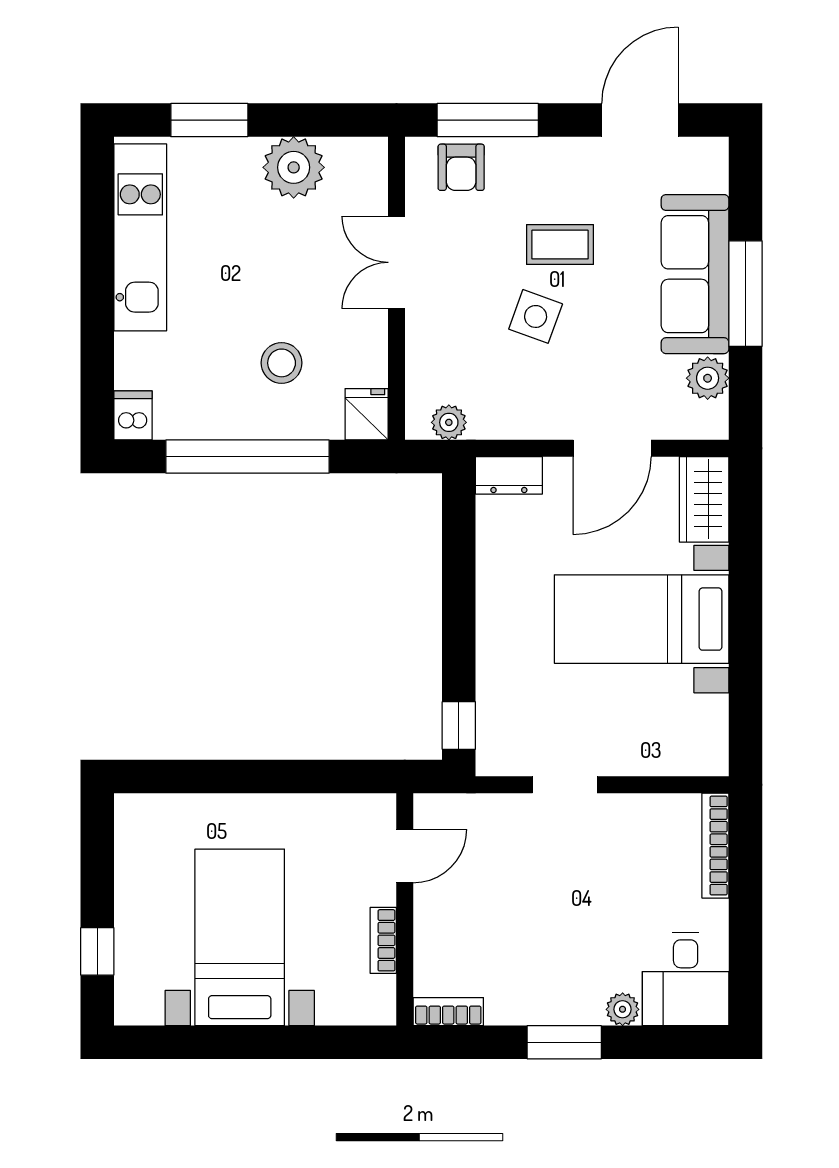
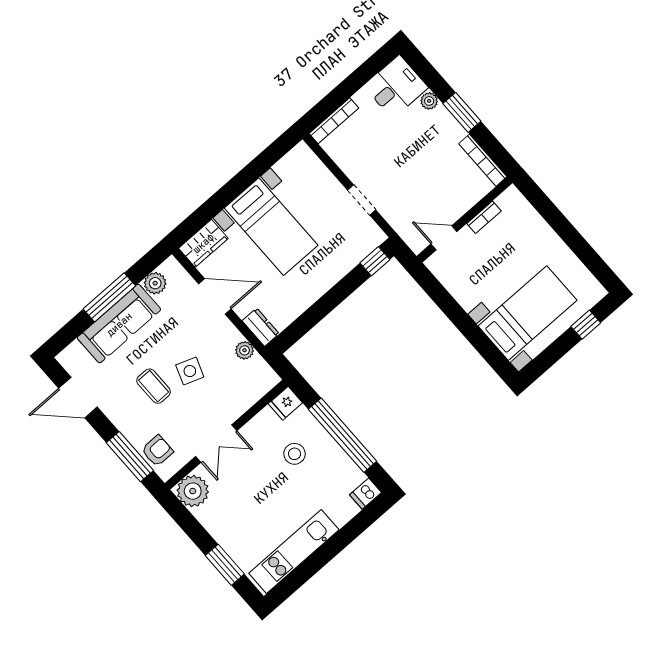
plant: (294, 167) -> (193, 491), moved
plant: (449, 422) -> (244, 350), moved
bed with nightstands: (240, 937) -> (527, 313), moved, turned 180
bookcase: (448, 1012) -> (483, 160), width x1.56

